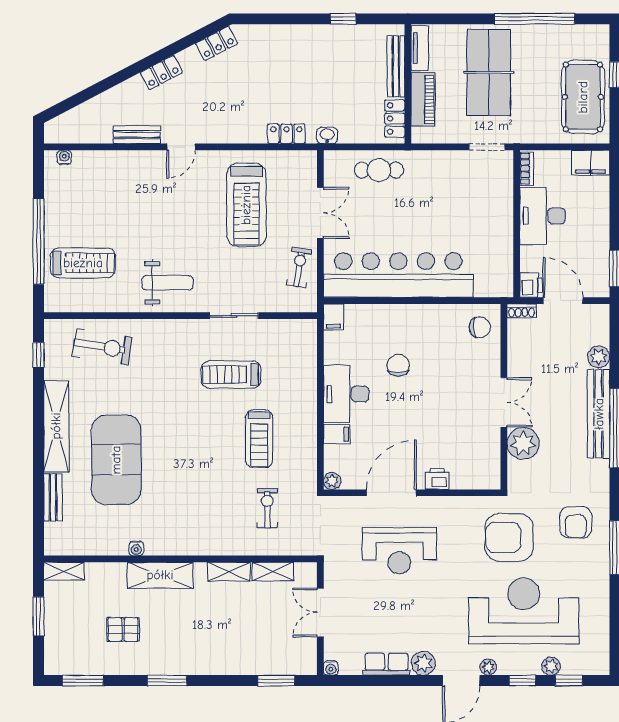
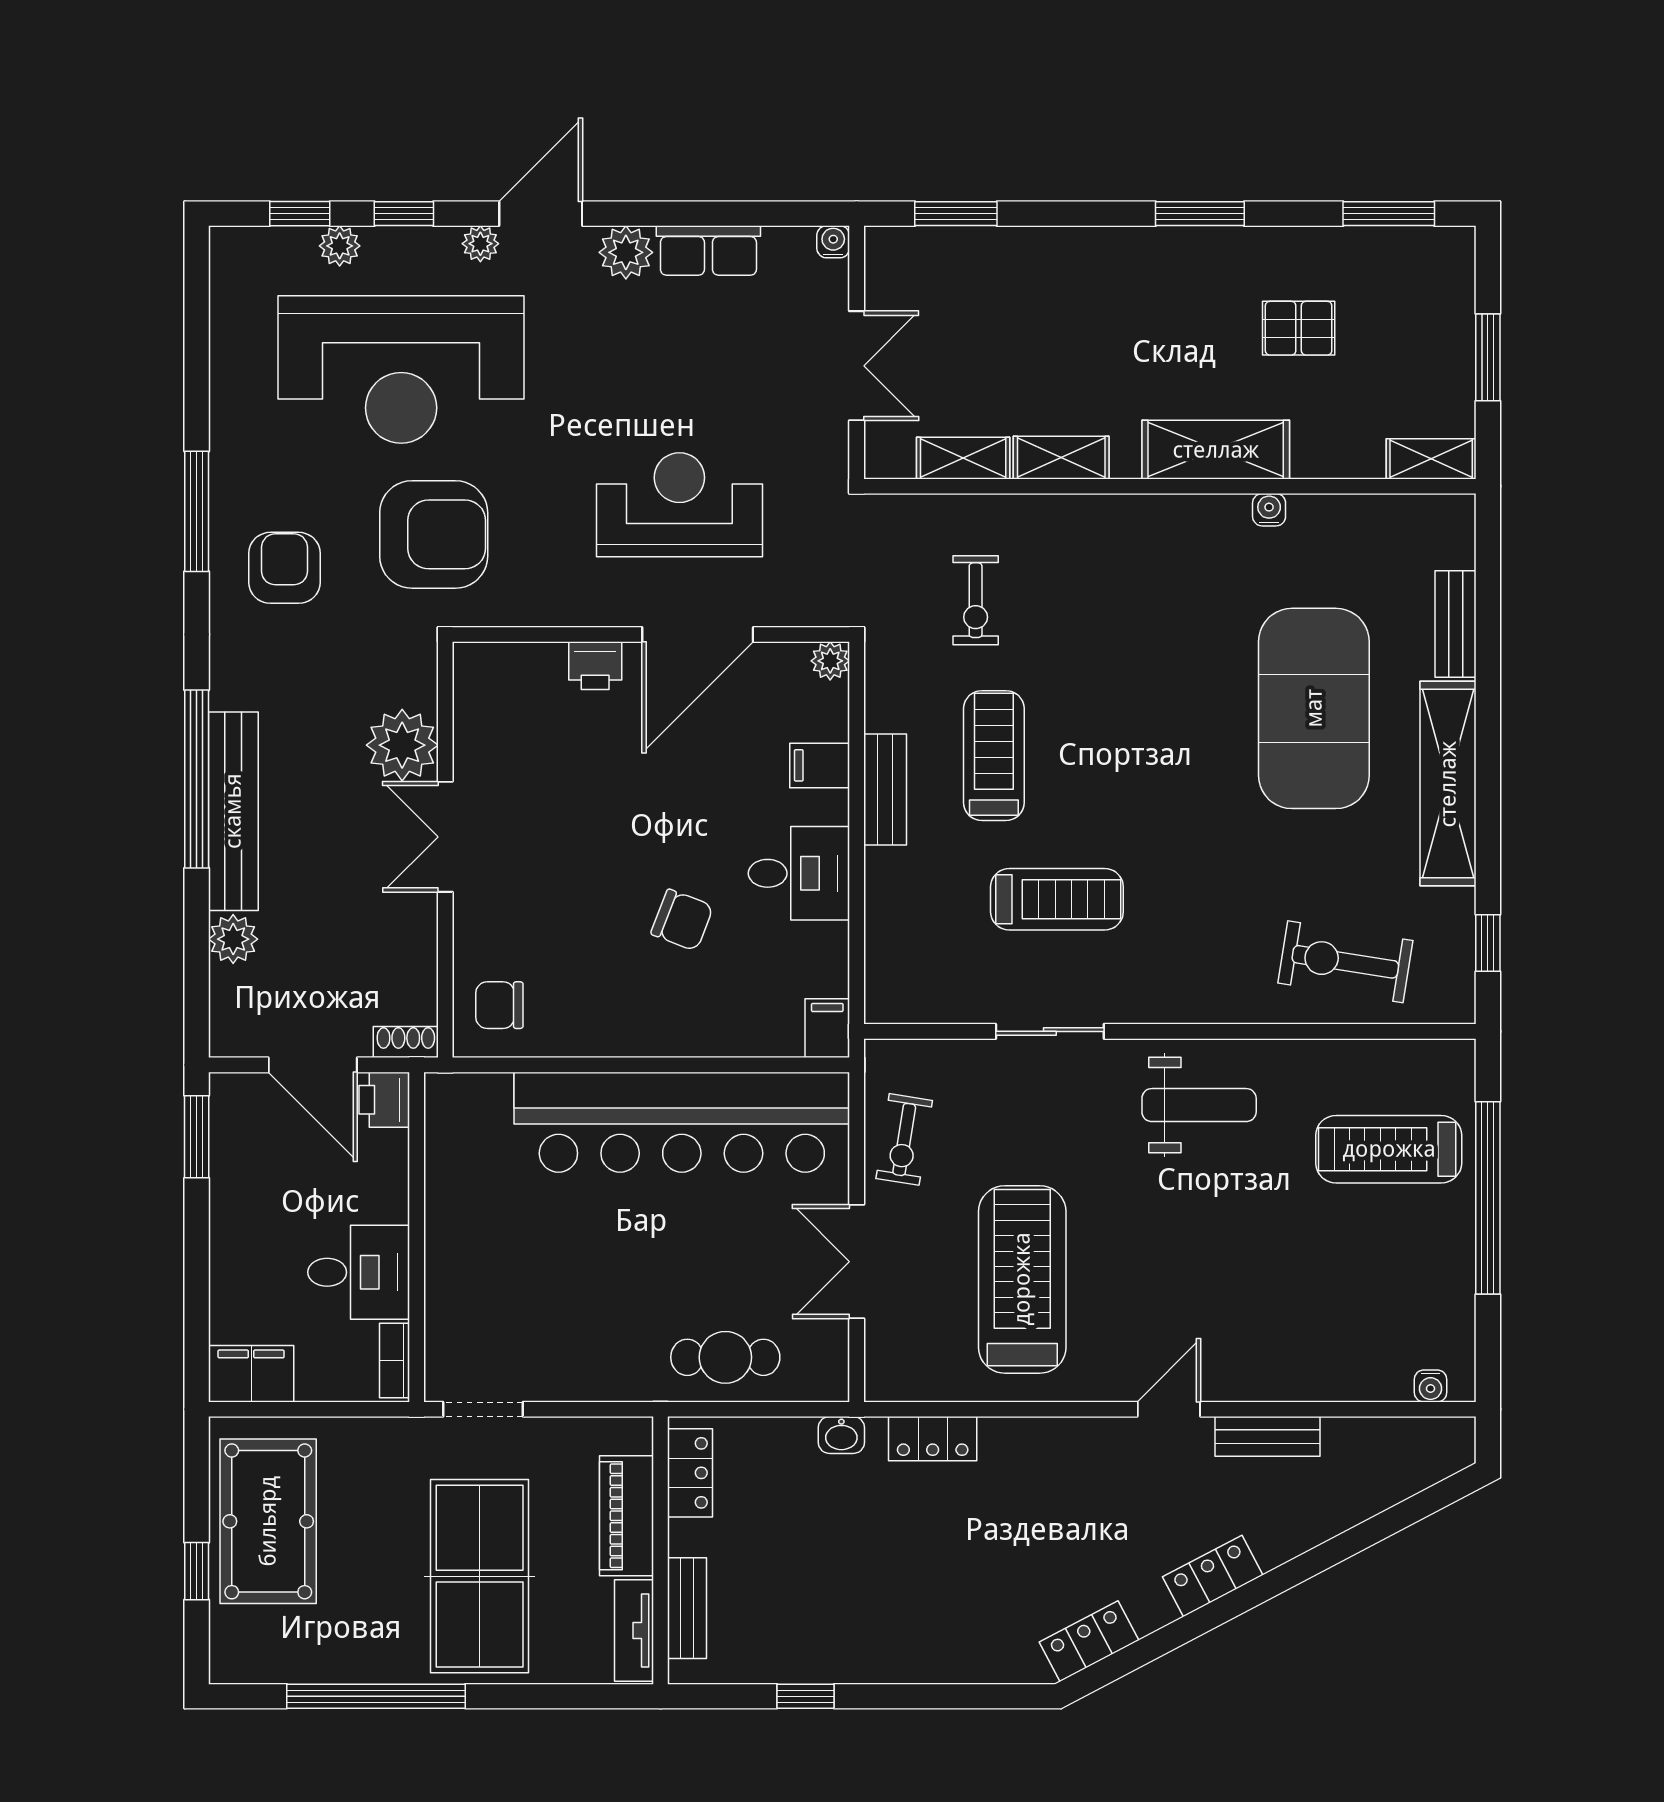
bench: (396, 66) -> (687, 1608), width x0.73
desk: (543, 216) -> (359, 1272), width x0.73
weight bench: (167, 283) -> (1199, 1105), turned 180
chair: (398, 365) -> (682, 920), turned -69
desk: (346, 394) -> (799, 873), width x0.73
bench: (308, 424) -> (885, 789), added

